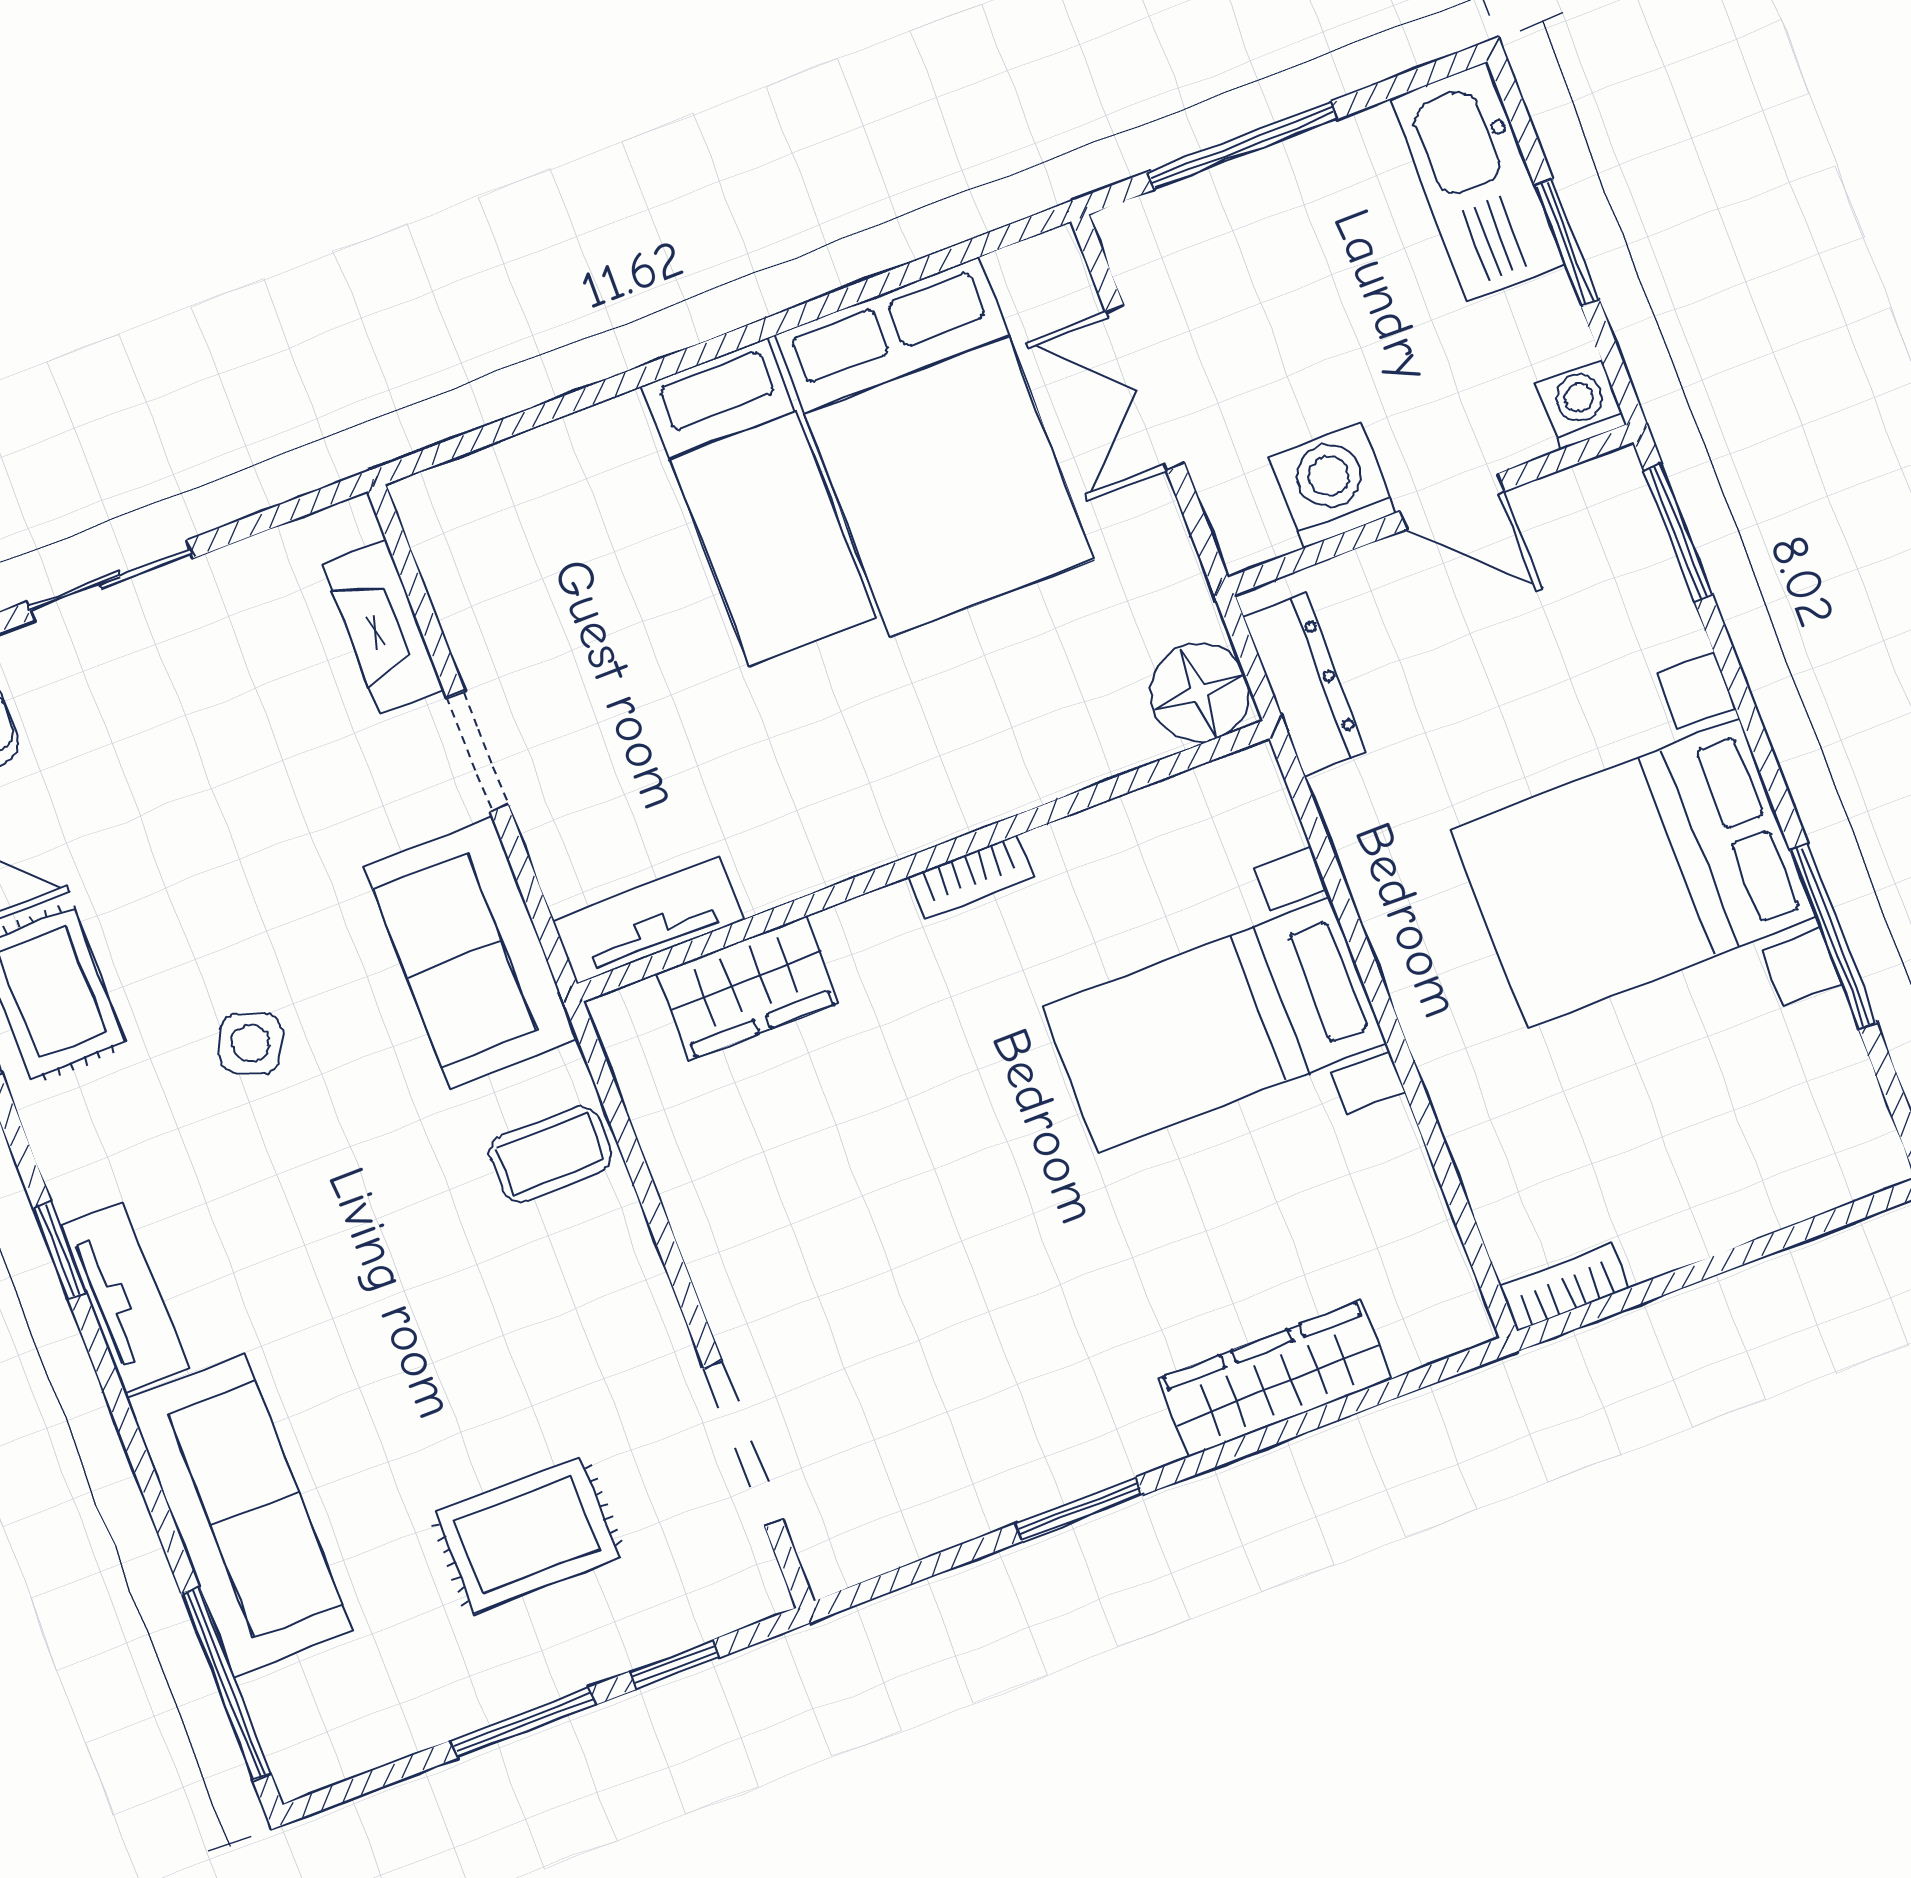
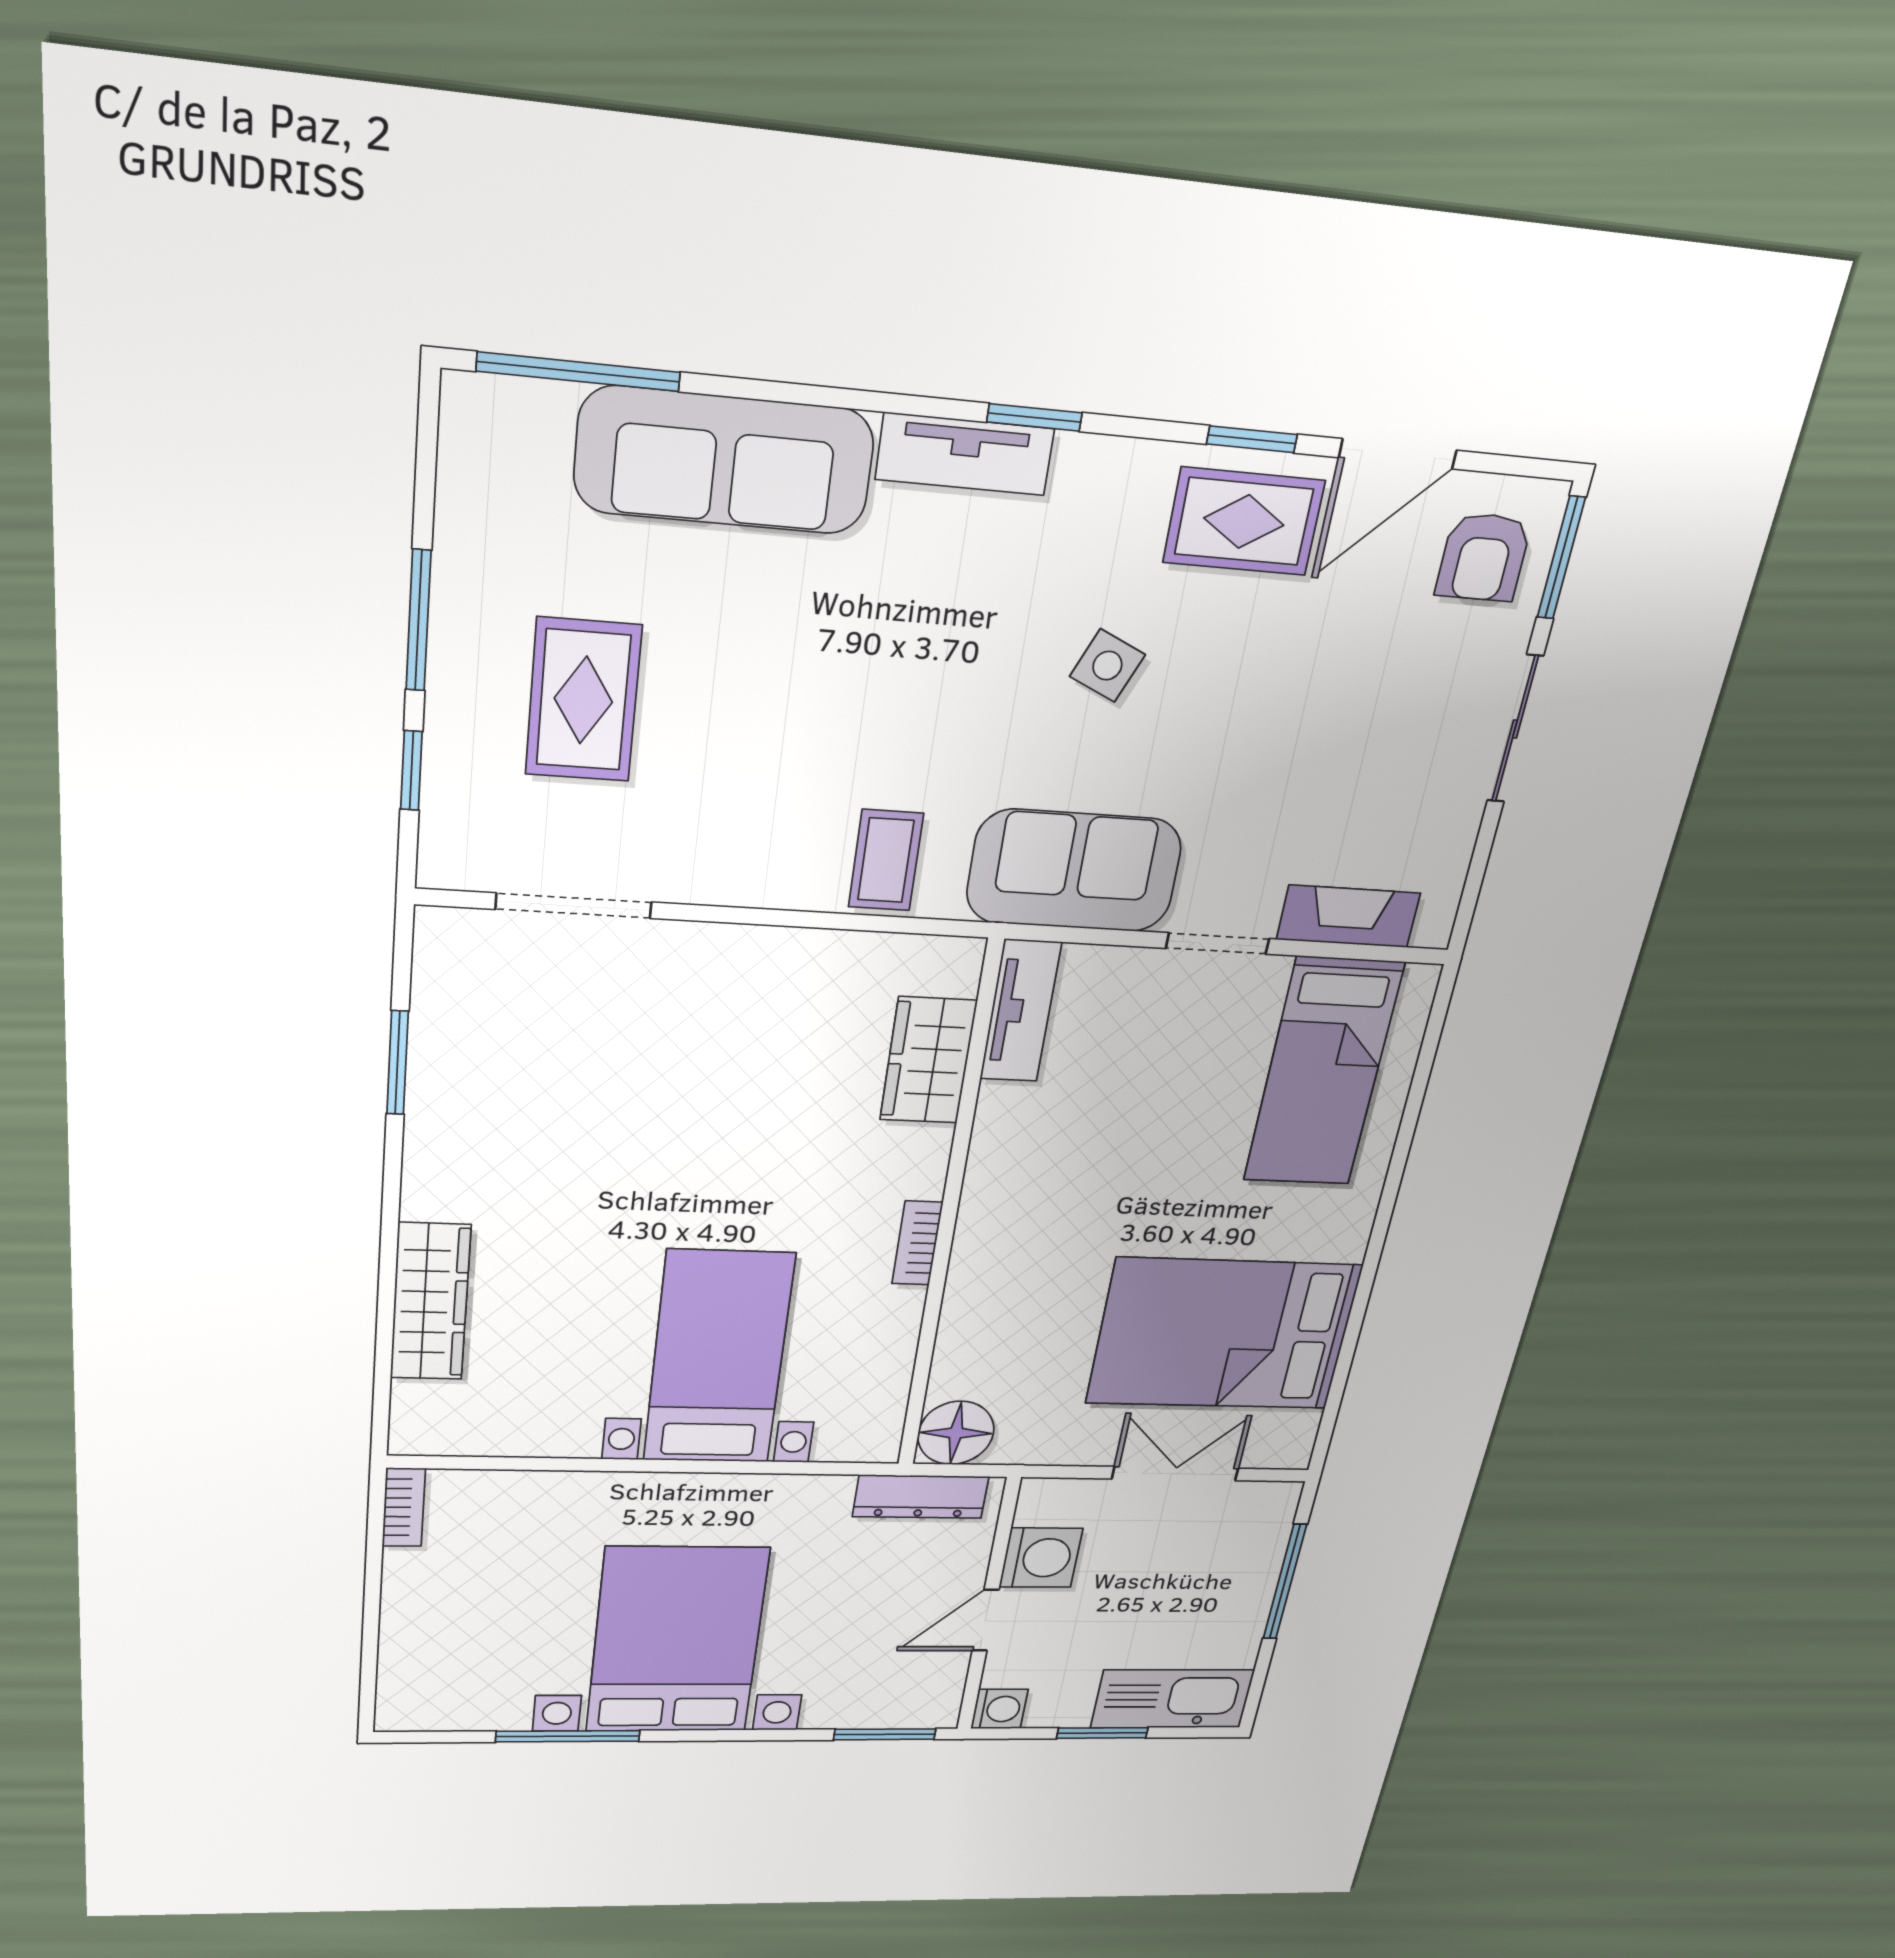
bed: (759, 502) -> (1323, 1073), moved, turned -90
window: (1079, 1509) -> (398, 1063), moved

